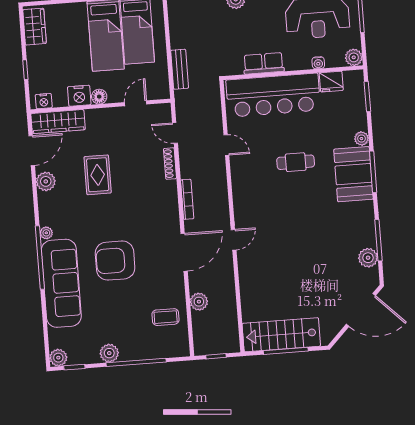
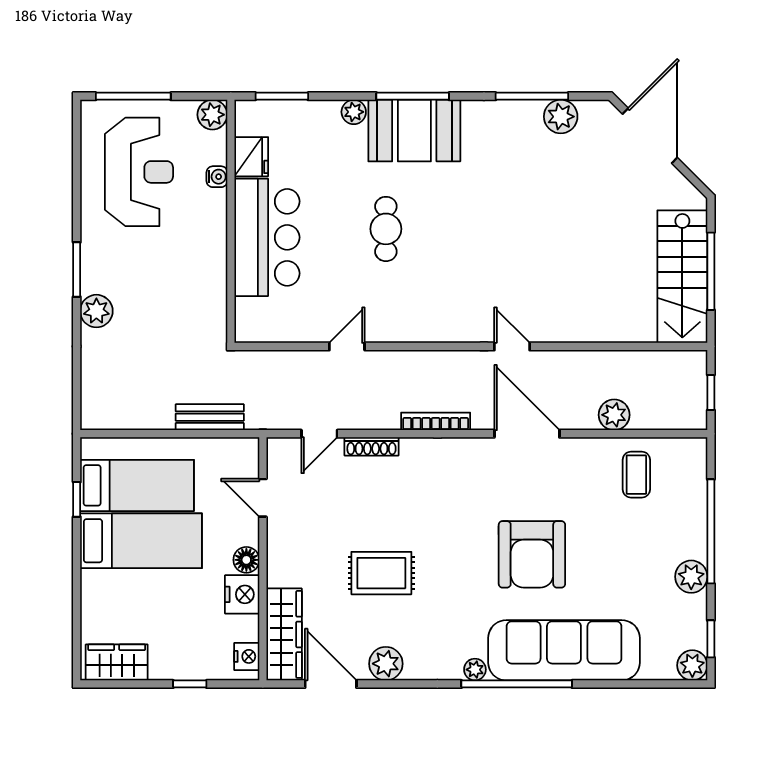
row of seats: (264, 63) -> (211, 271), removed
bar counter: (273, 95) -> (267, 237), width x0.73

